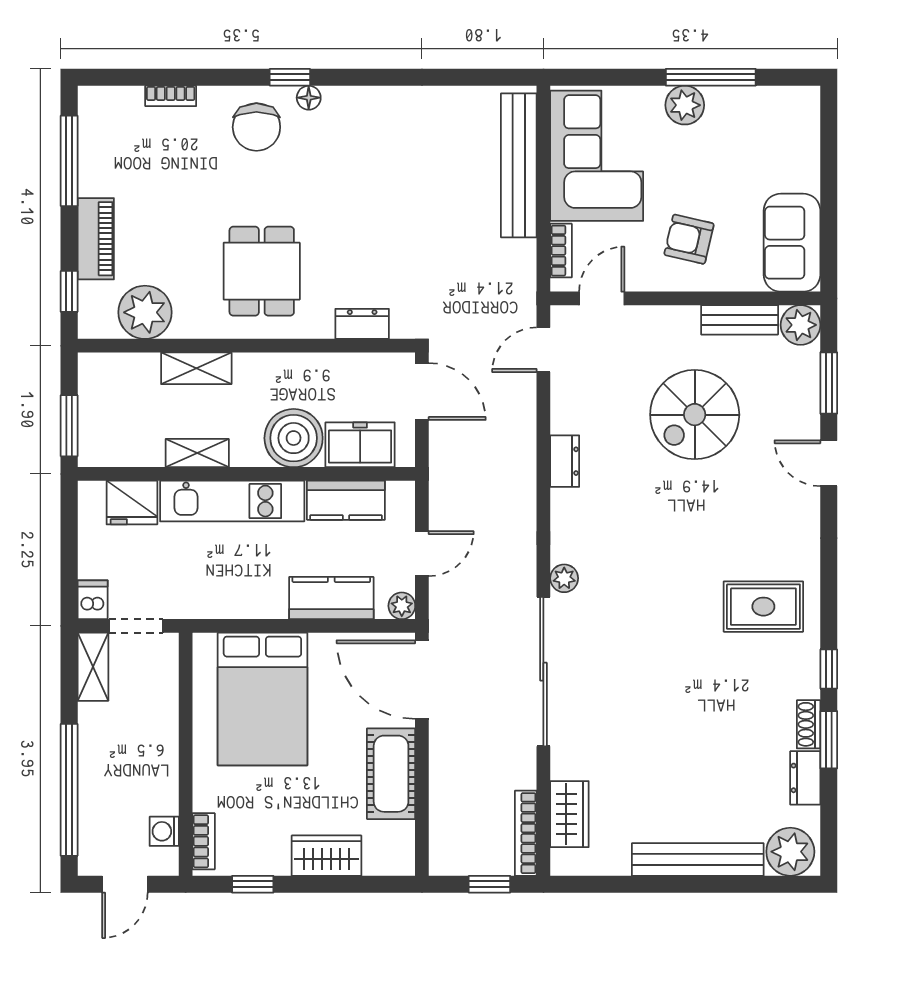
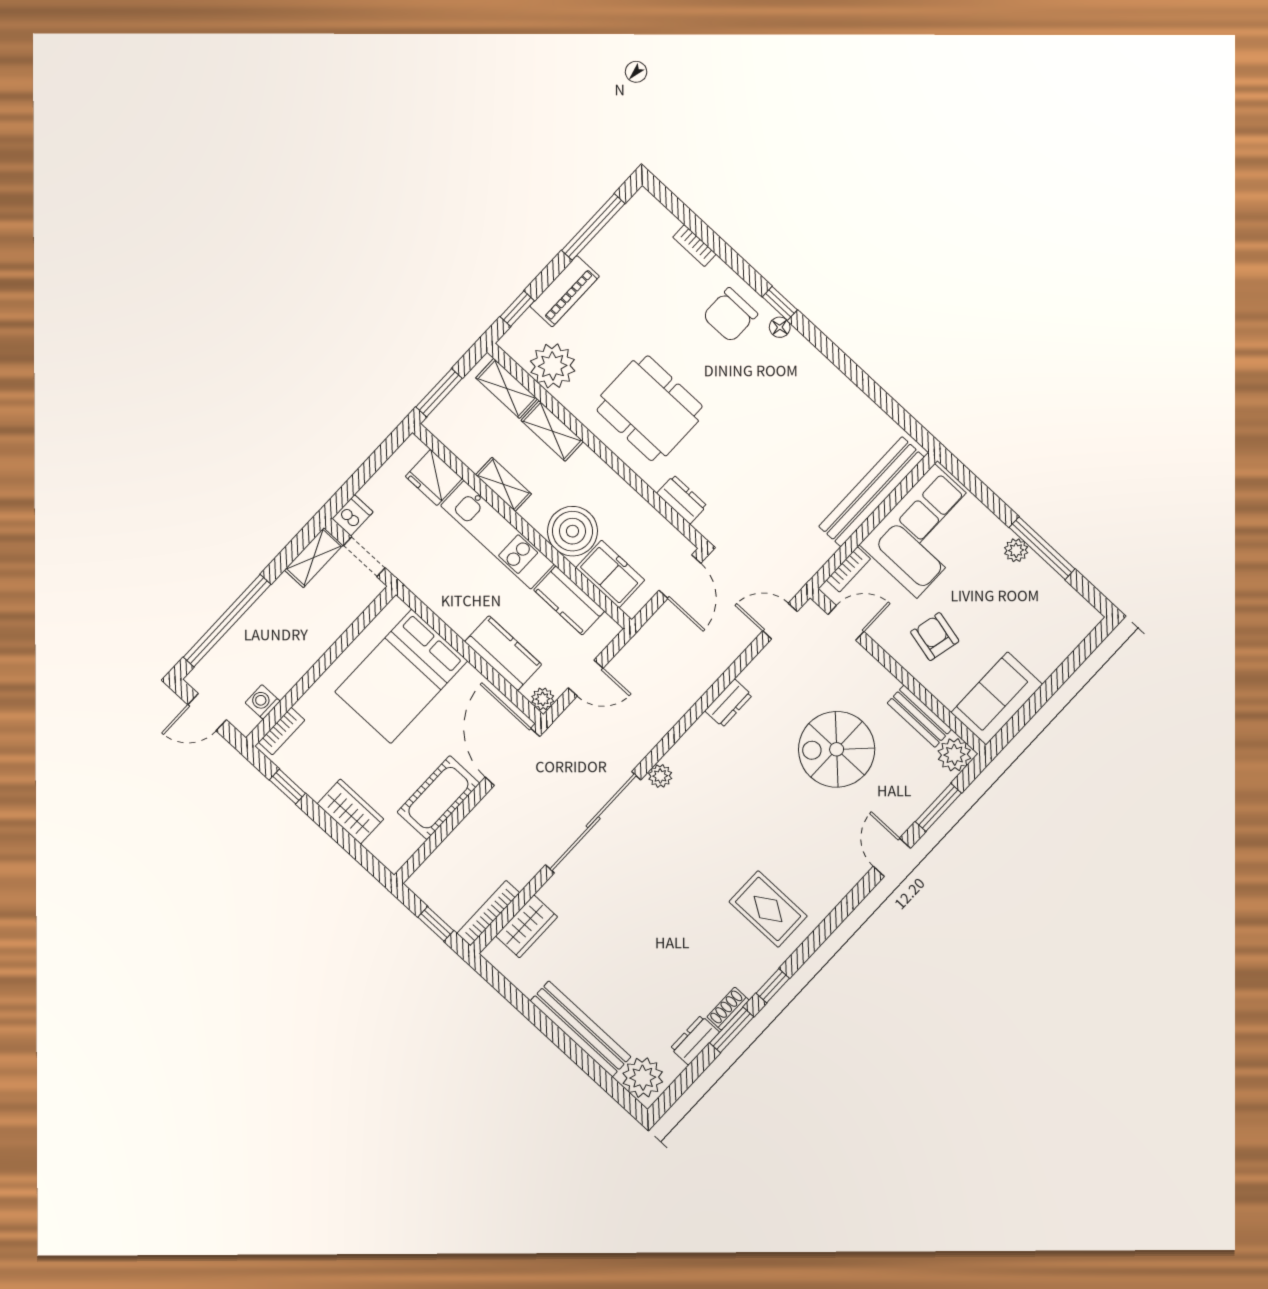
plant: (685, 105) -> (1016, 550), width x0.73, depth x0.73
dining table: (262, 271) -> (650, 408), width x1.38
shelving: (123, 368) -> (507, 388), added

